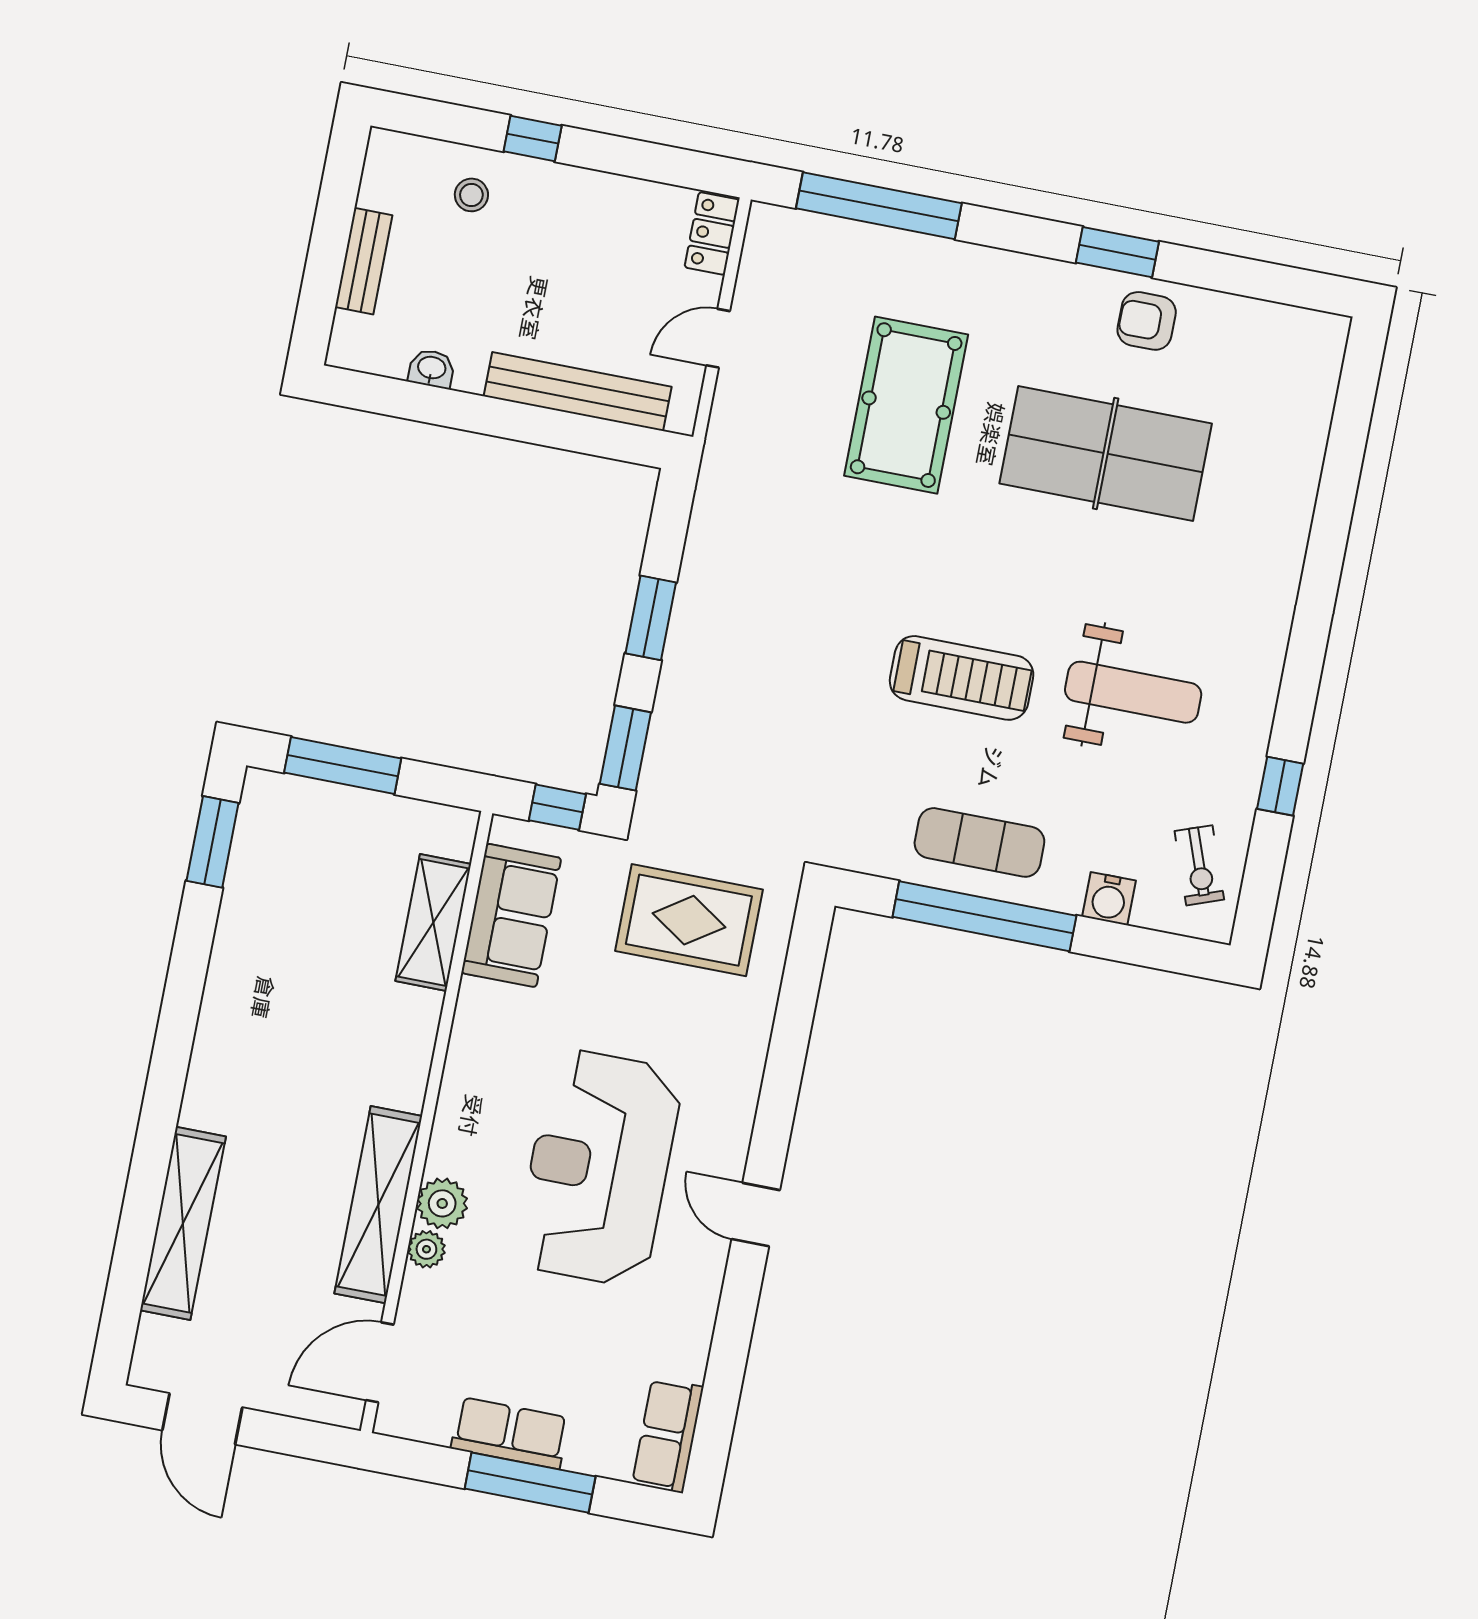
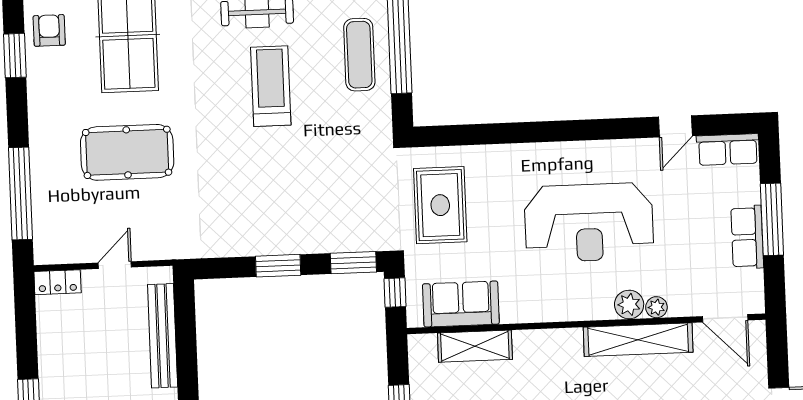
armchair: (1147, 321) -> (49, 30), turned 180
door: (718, 338) -> (115, 265), swing flipped
door: (756, 1215) -> (675, 126), moved

